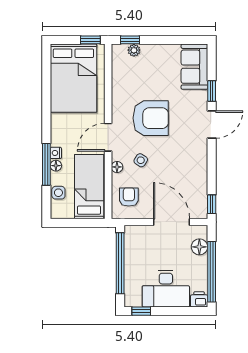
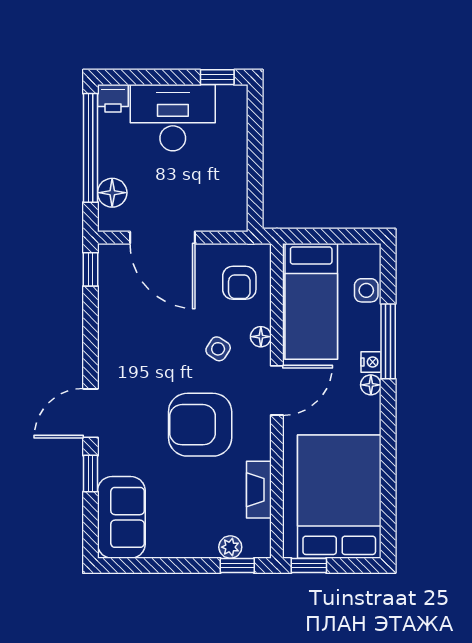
fireplace: (118, 82) -> (259, 490), added
floor lamp: (56, 166) -> (371, 385), moved
window: (120, 263) -> (255, 163), removed

